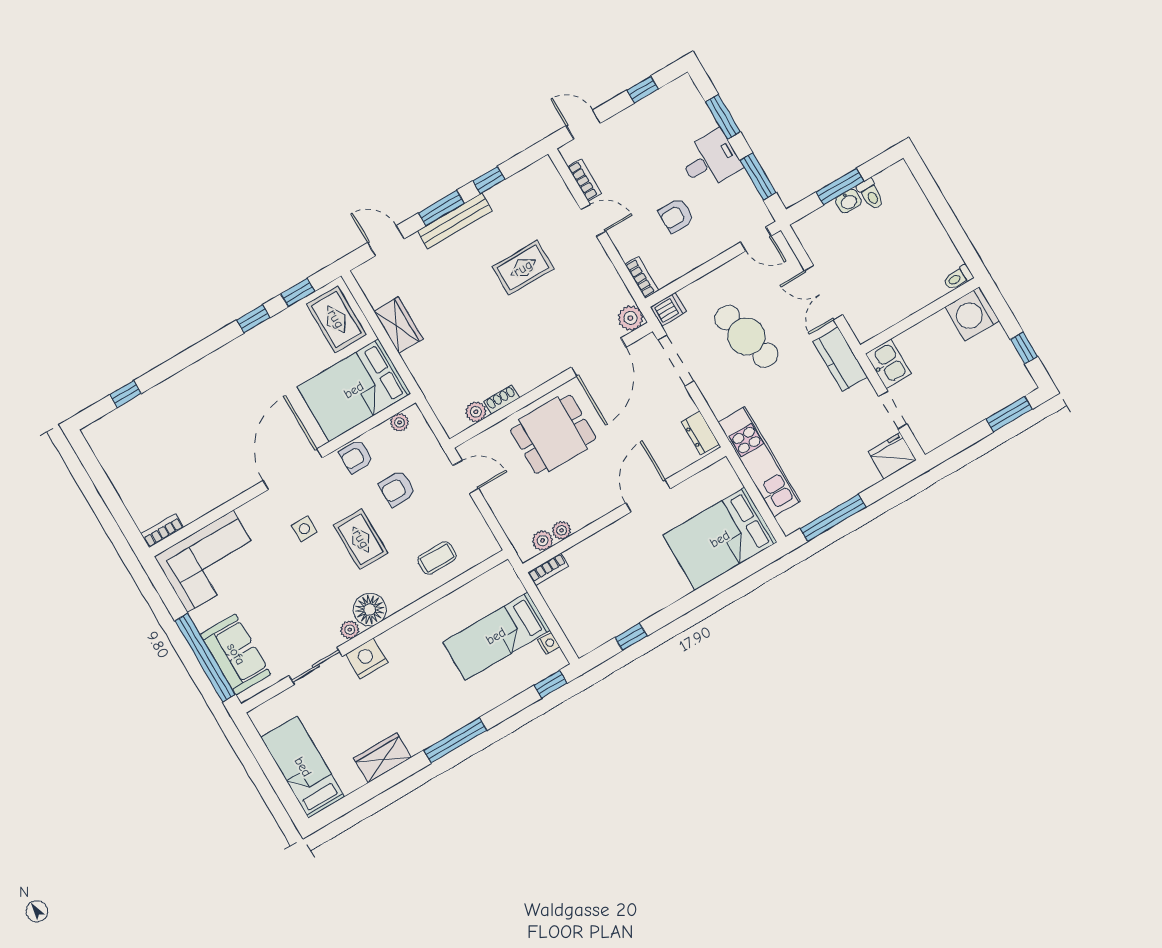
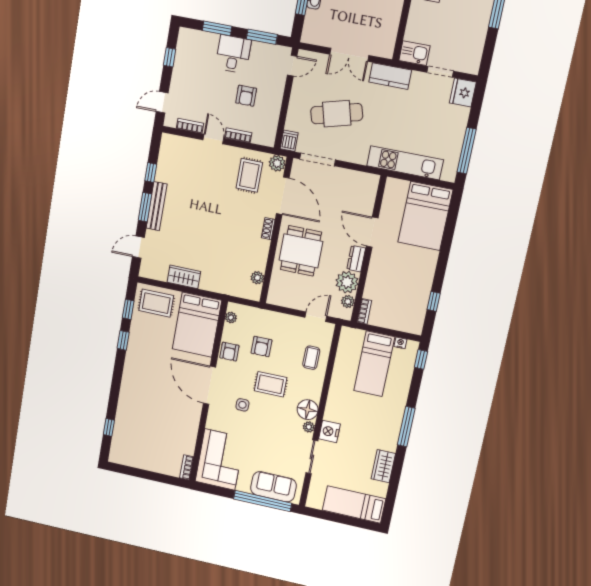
door: (593, 220) -> (213, 139), hinge flipped
rug: (523, 268) -> (249, 175), moved
bookcase: (642, 277) -> (238, 135), moved
shoe rack: (502, 399) -> (268, 229), moved
dresser: (700, 433) -> (356, 259), moved, turned 90
door: (466, 477) -> (316, 317), moved
plant: (561, 530) -> (347, 282), width x1.87, depth x1.87

